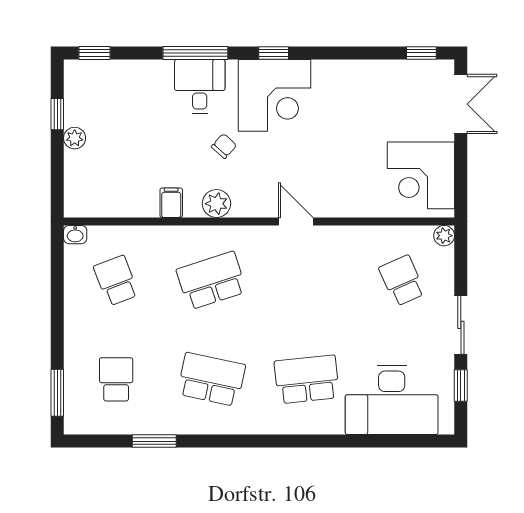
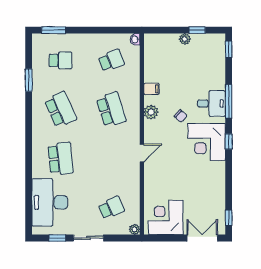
double door: (461, 104) -> (202, 238), swing flipped
school desk: (211, 379) -> (60, 110), turned -36

